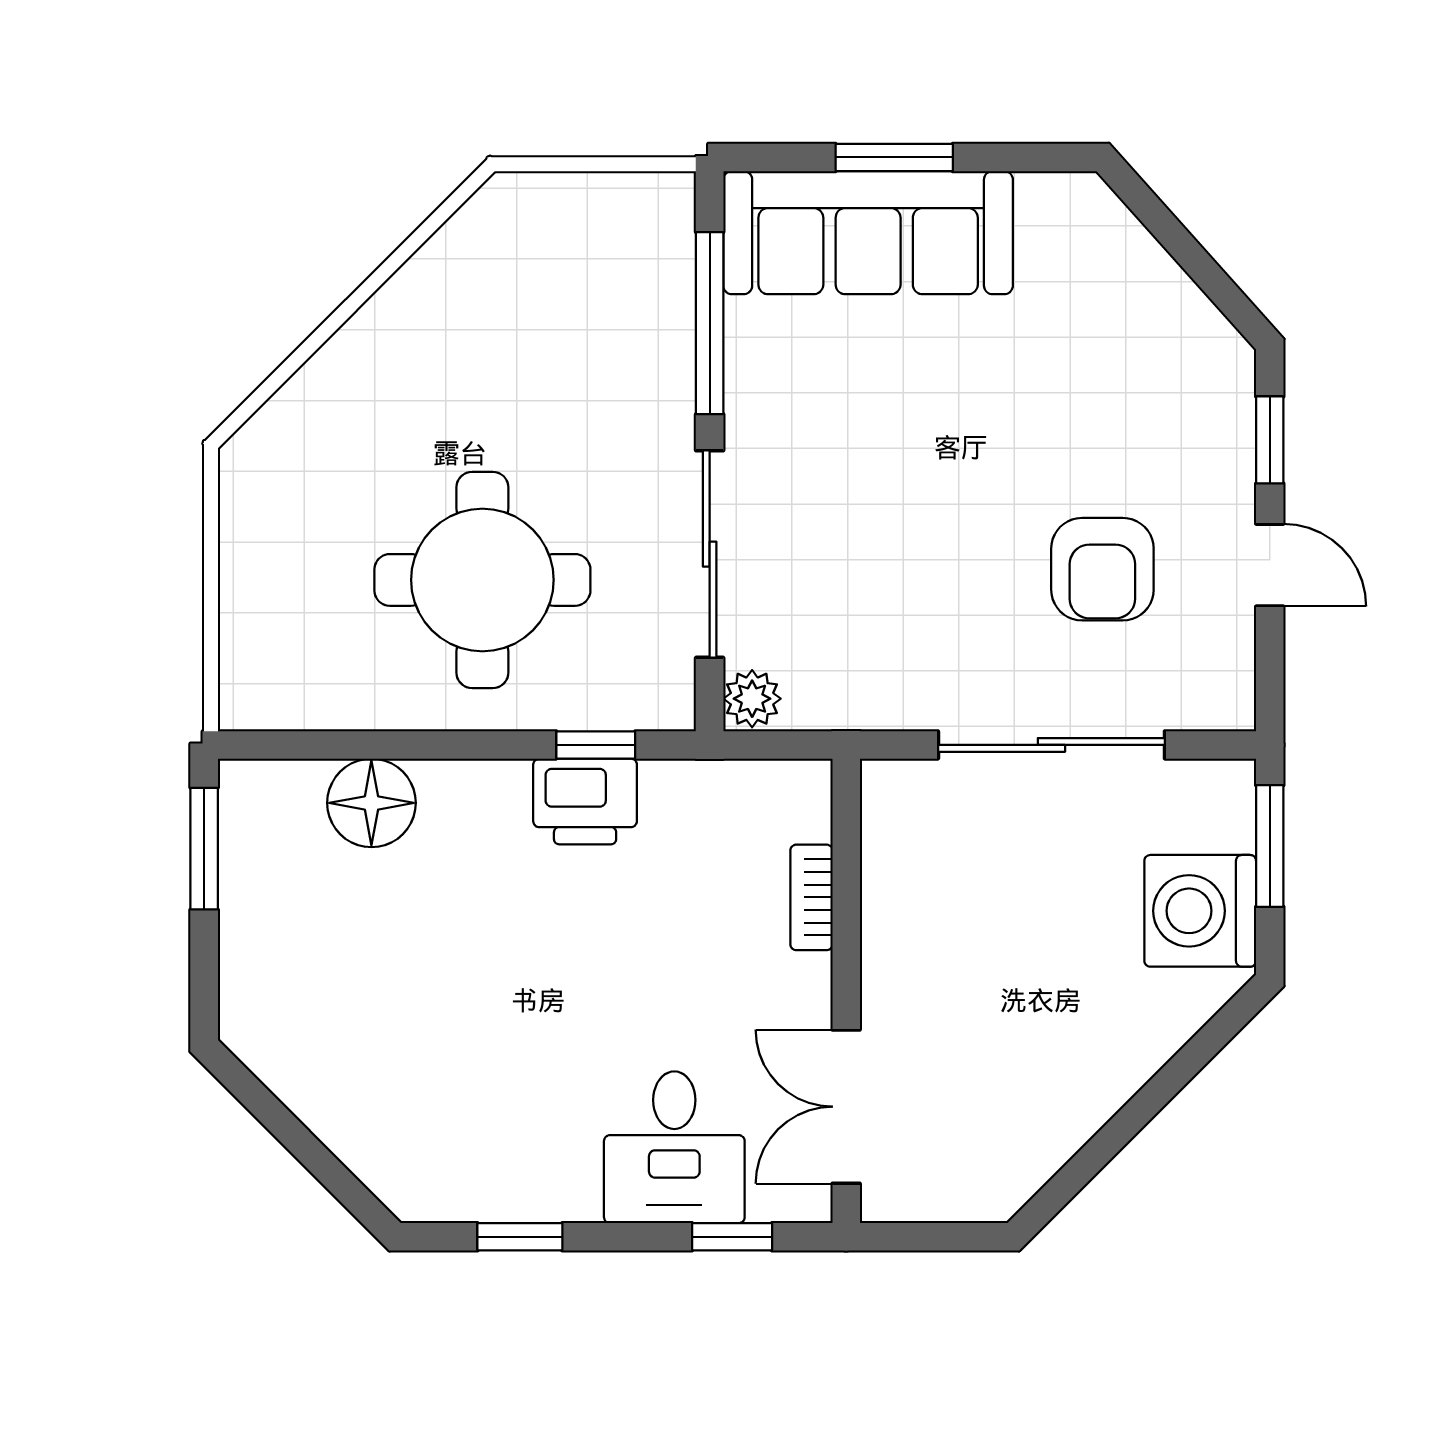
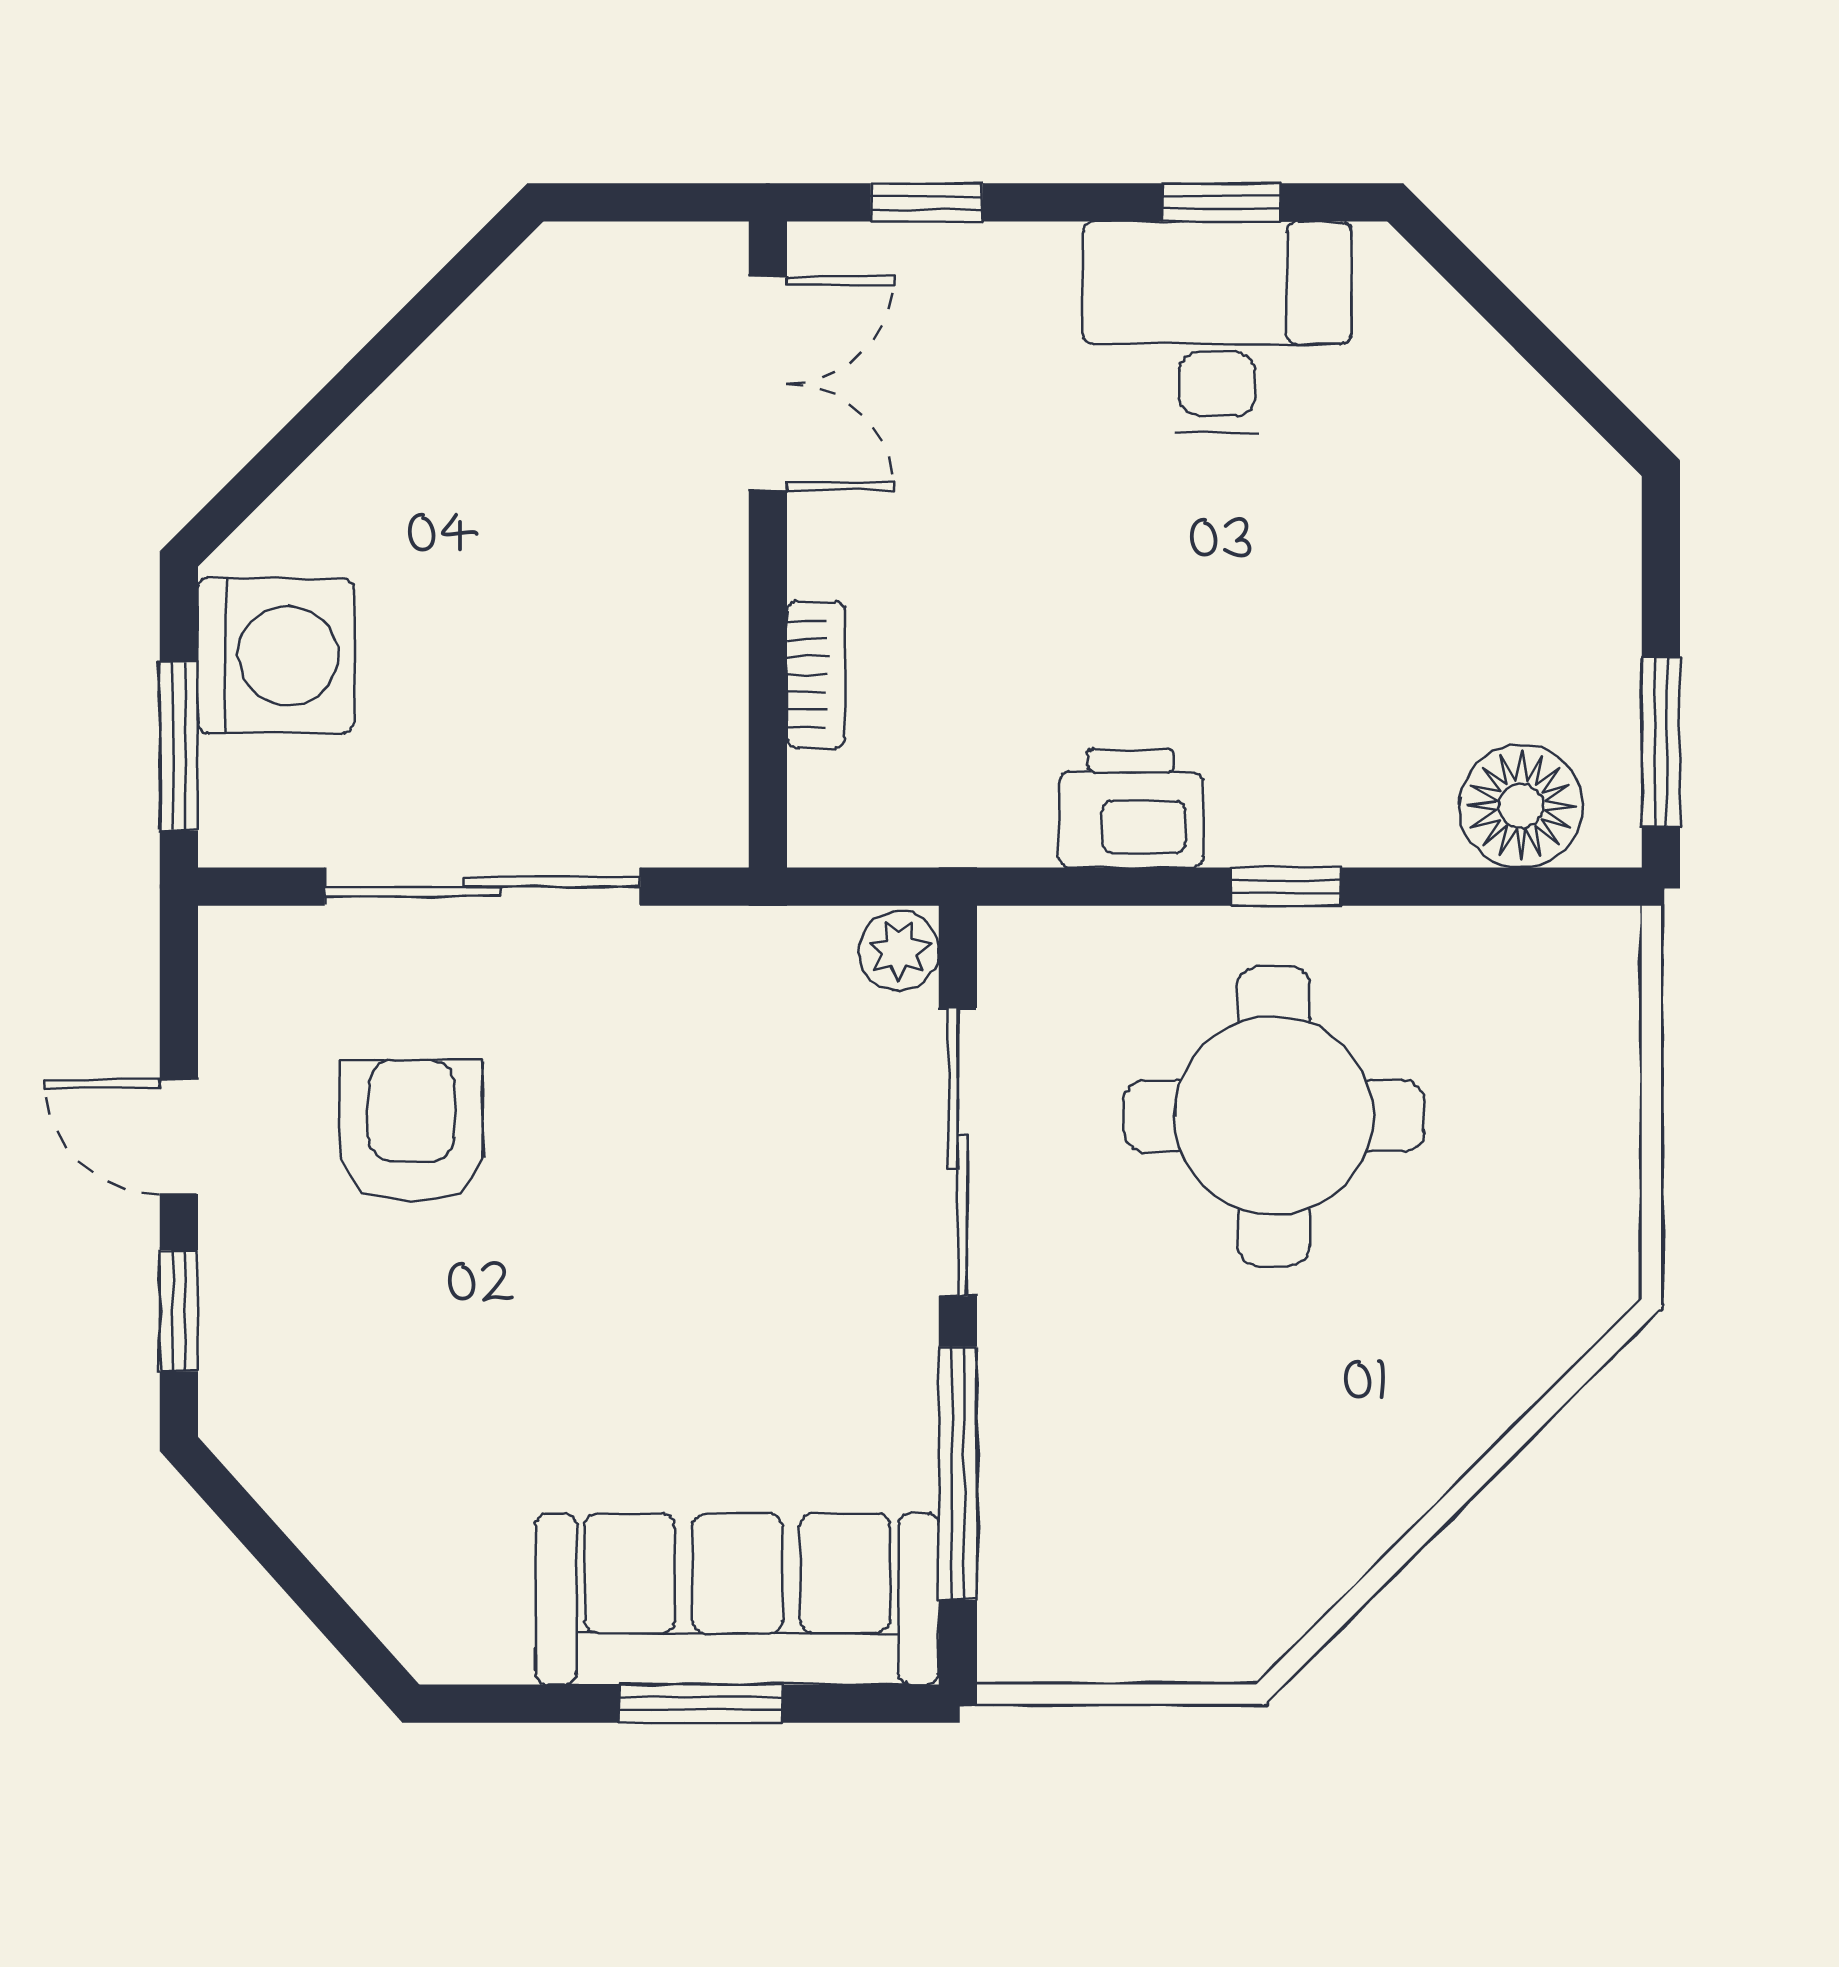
window: (596, 745) -> (1286, 887), moved
floor lamp: (371, 803) -> (1521, 806), moved
desk: (674, 1147) -> (1217, 327), moved, width x1.37

